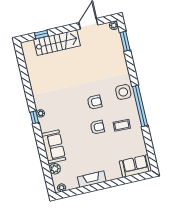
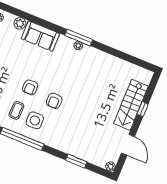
window: (41, 35) -> (143, 109), moved
window: (125, 41) -> (76, 161), moved
side table: (123, 92) -> (35, 120), moved
window: (34, 117) -> (79, 38), width x2.17

